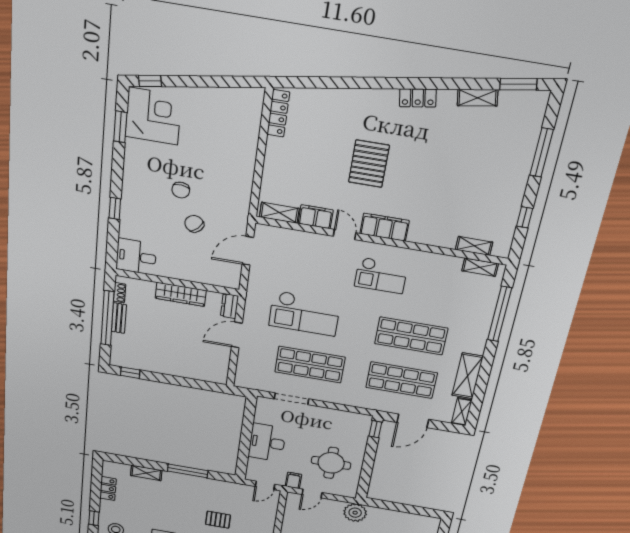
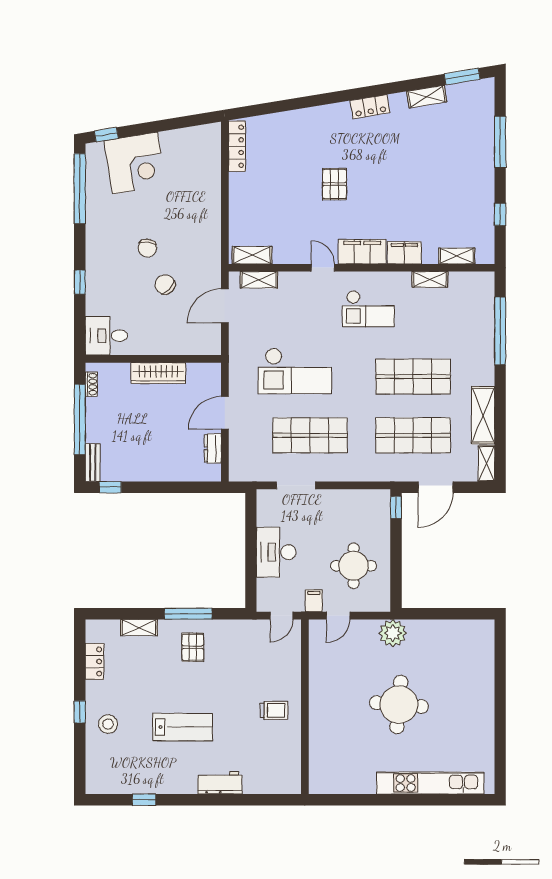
corner desk: (153, 116) -> (135, 163), moved, turned 81
window: (120, 127) -> (80, 189), width x2.11
pallet: (369, 164) -> (334, 184), width x0.67, depth x0.71
filing cabinet: (316, 217) -> (404, 253), moved
shelving: (283, 235) -> (259, 280), added
shelving: (480, 267) -> (430, 279), moved
dresser: (229, 306) -> (213, 448), moved
bench: (119, 318) -> (93, 463), moved
pallet: (218, 520) -> (193, 647), moved, turned 90

